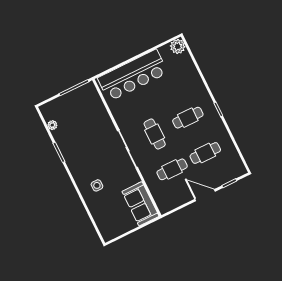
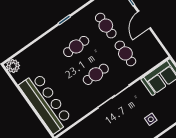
cafe table: (188, 118) -> (76, 46), turned 90

